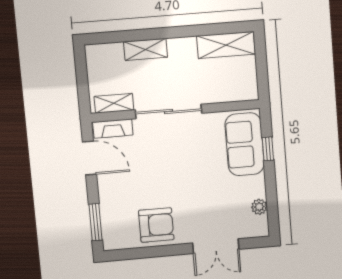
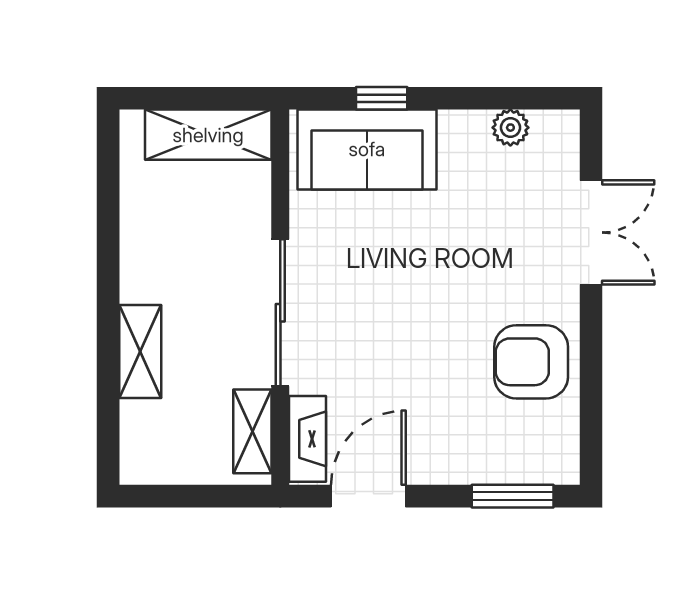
shelving: (226, 45) -> (208, 135), moved, turned 90
armchair: (156, 225) -> (531, 362), turned -90

